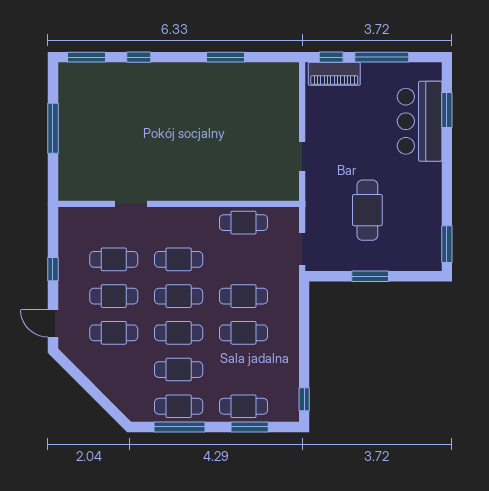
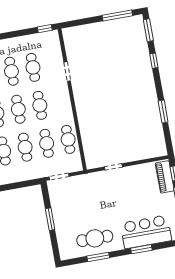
window: (447, 110) -> (141, 249), moved
window: (53, 128) -> (117, 16), moved
cafe table: (367, 210) -> (95, 238), moved
window: (447, 244) -> (98, 257), moved
cafe table: (243, 259) -> (47, 143), added
window: (53, 269) -> (45, 29), moved

